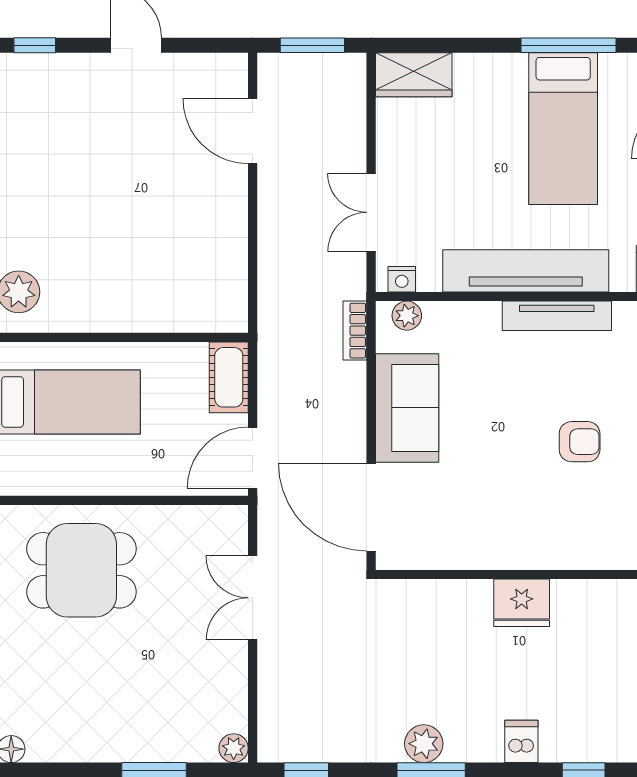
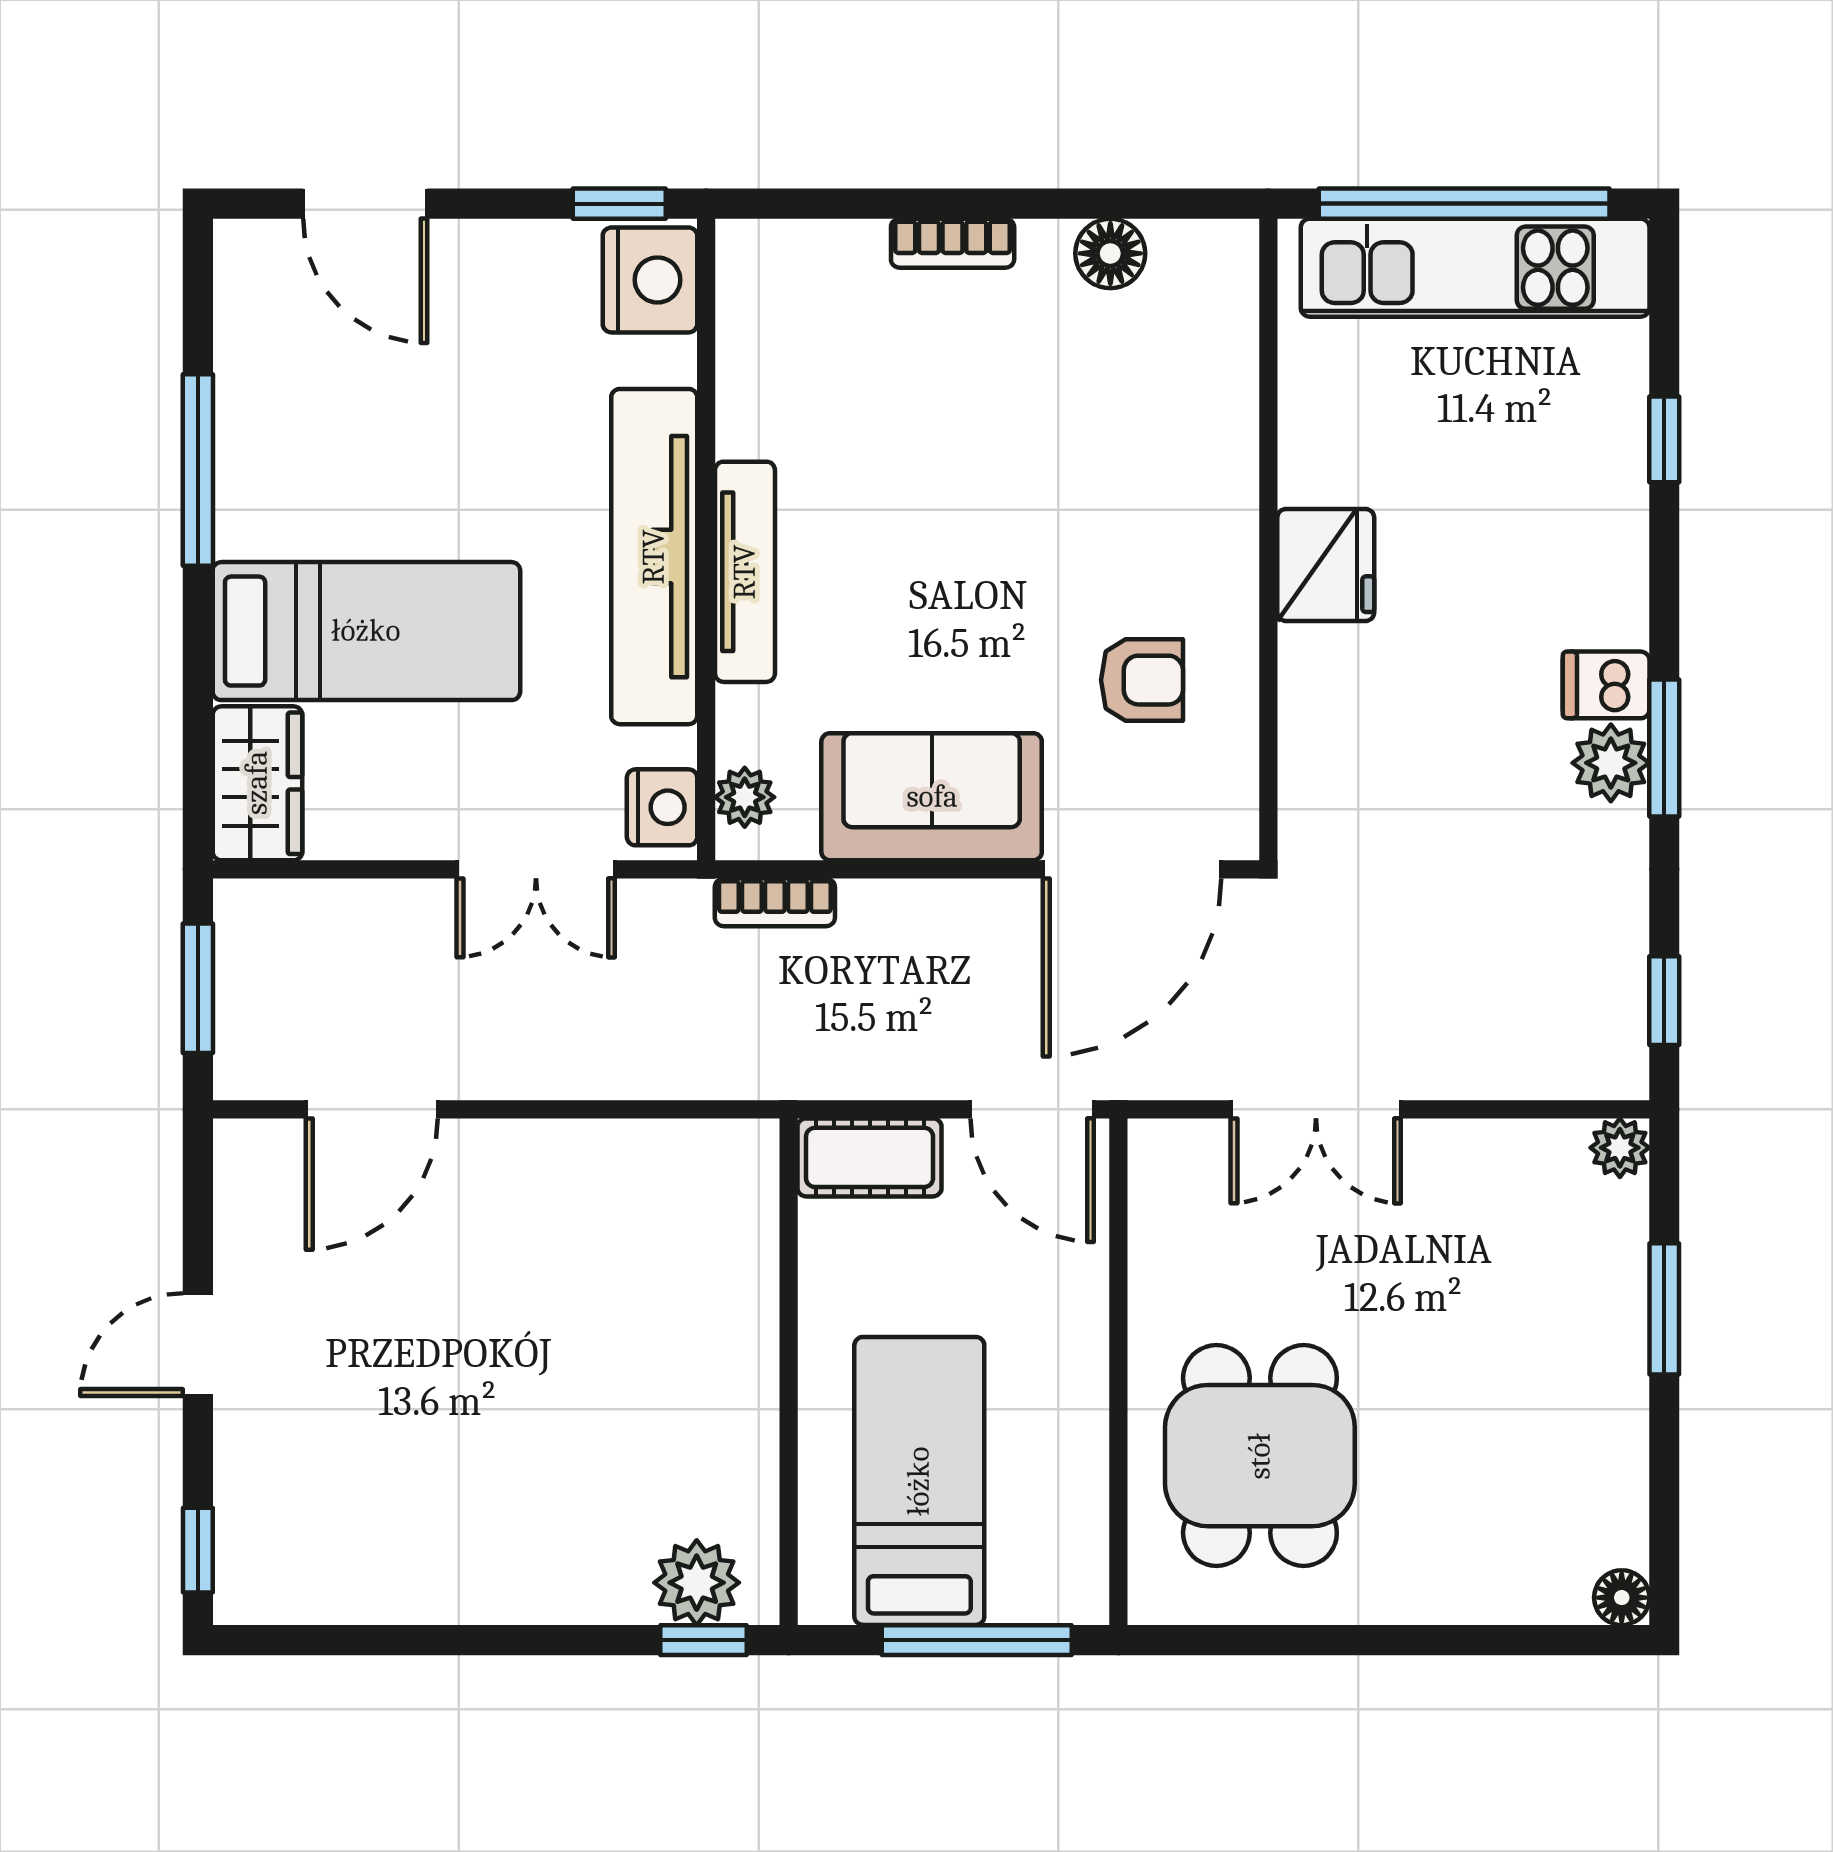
bed: (563, 129) -> (366, 631), moved
nightstand: (402, 279) -> (662, 807), width x1.39, depth x1.35
tv unit: (557, 316) -> (745, 572), moved
armchair: (580, 442) -> (1142, 680), moved, turned 90
dishwasher: (521, 741) -> (1606, 685), moved

